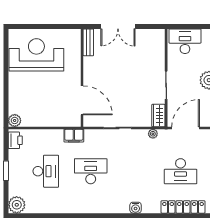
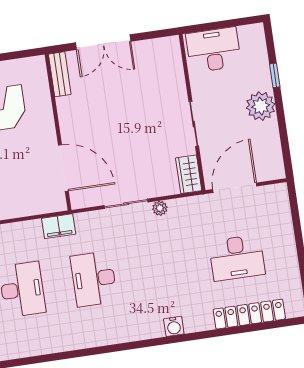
plant: (153, 134) -> (160, 208), moved
desk: (91, 171) -> (94, 279), turned -90

